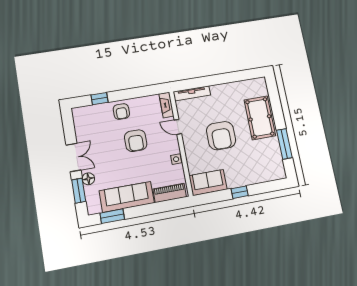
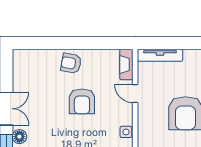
window: (100, 99) -> (48, 43), removed
armchair: (121, 111) -> (71, 63), turned 100

